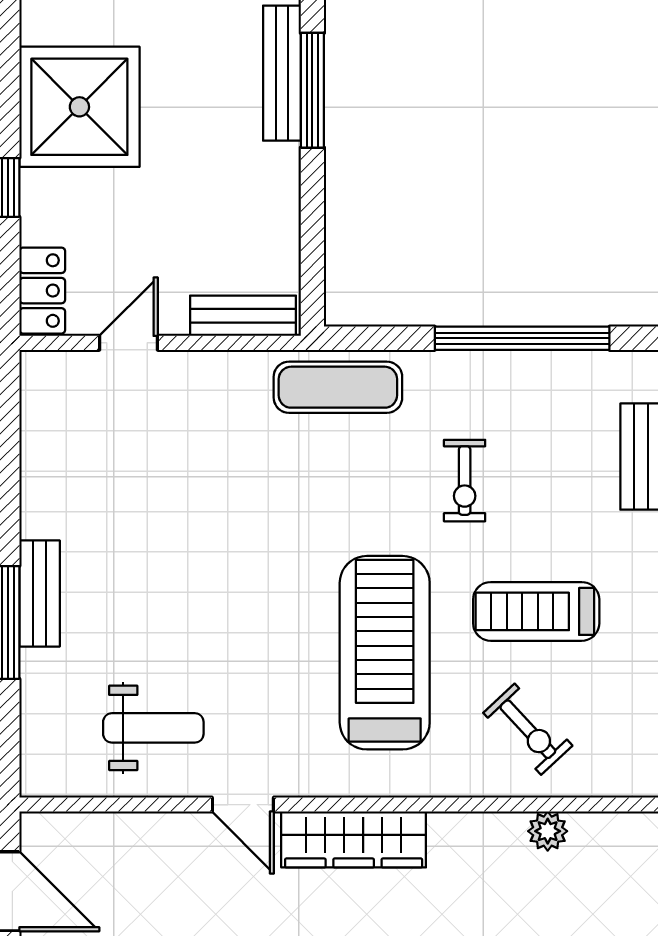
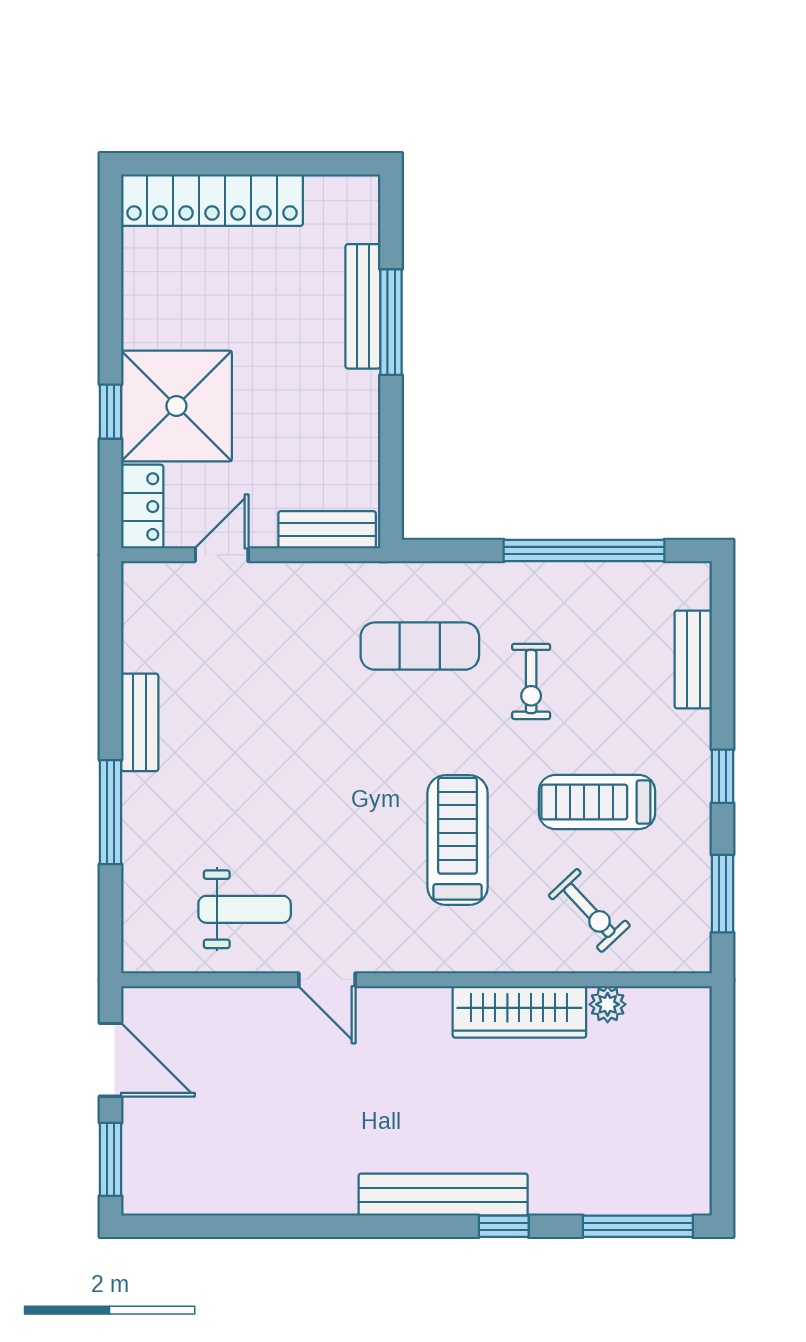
shower: (79, 107) -> (176, 406), moved
exercise mat: (338, 387) -> (420, 646), moved
bench: (40, 593) -> (140, 722), moved
treadmill: (385, 653) -> (458, 840), width x0.73, depth x0.73
wardrobe: (354, 839) -> (519, 1012), moved

